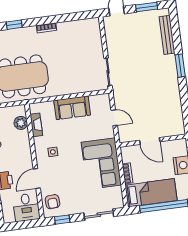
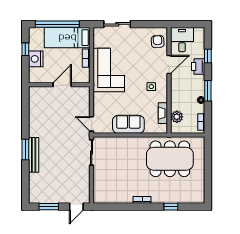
bench: (167, 35) -> (34, 155), moved
door: (114, 118) -> (92, 124), moved
door: (150, 141) -> (62, 85), hinge flipped
window: (62, 220) -> (151, 24), removed

